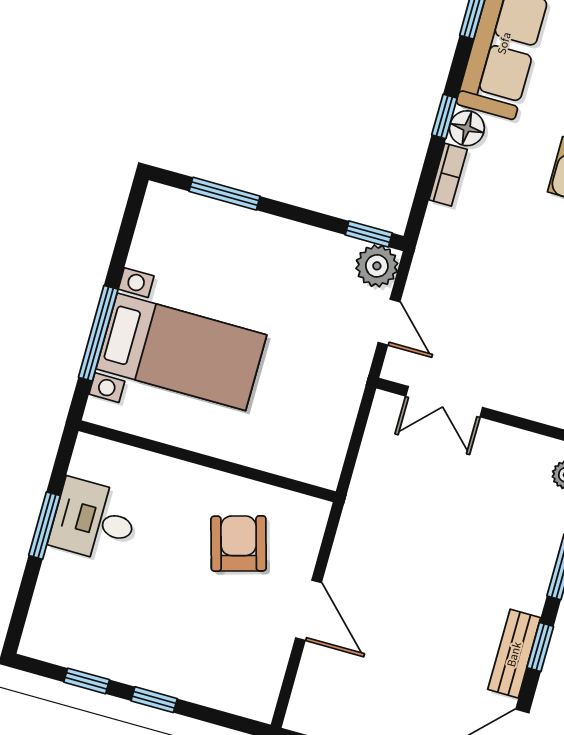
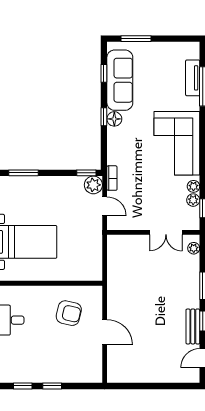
bookcase: (448, 175) -> (112, 178), moved
double door: (444, 402) -> (166, 232), moved
armchair: (239, 543) -> (69, 313), turned 119

